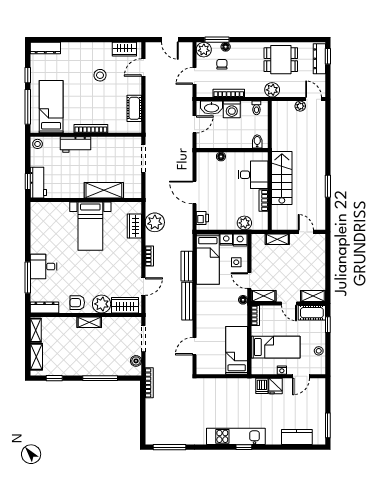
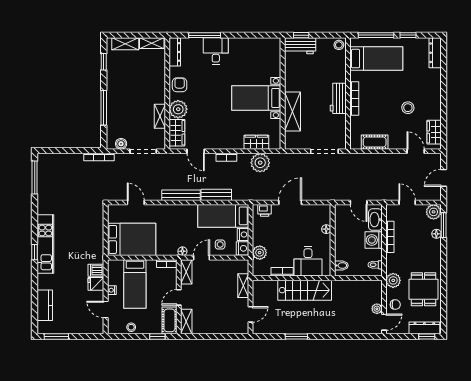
chair: (222, 64) -> (395, 305), moved
workbench: (76, 145) -> (338, 98), moved
shelving: (89, 322) -> (160, 116), moved
bed: (237, 350) -> (132, 239), width x1.50

